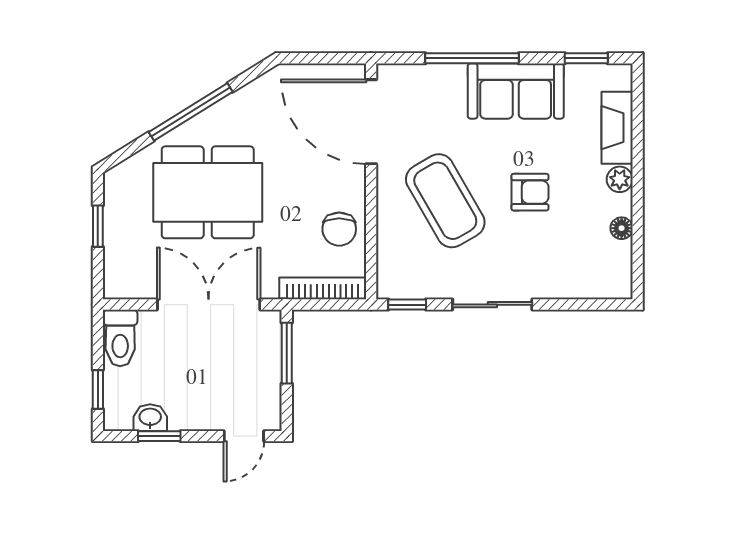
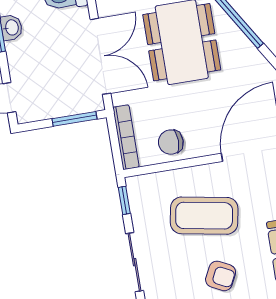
armchair: (530, 192) -> (221, 276), turned -63
coffee table: (445, 201) -> (204, 216), turned 40

